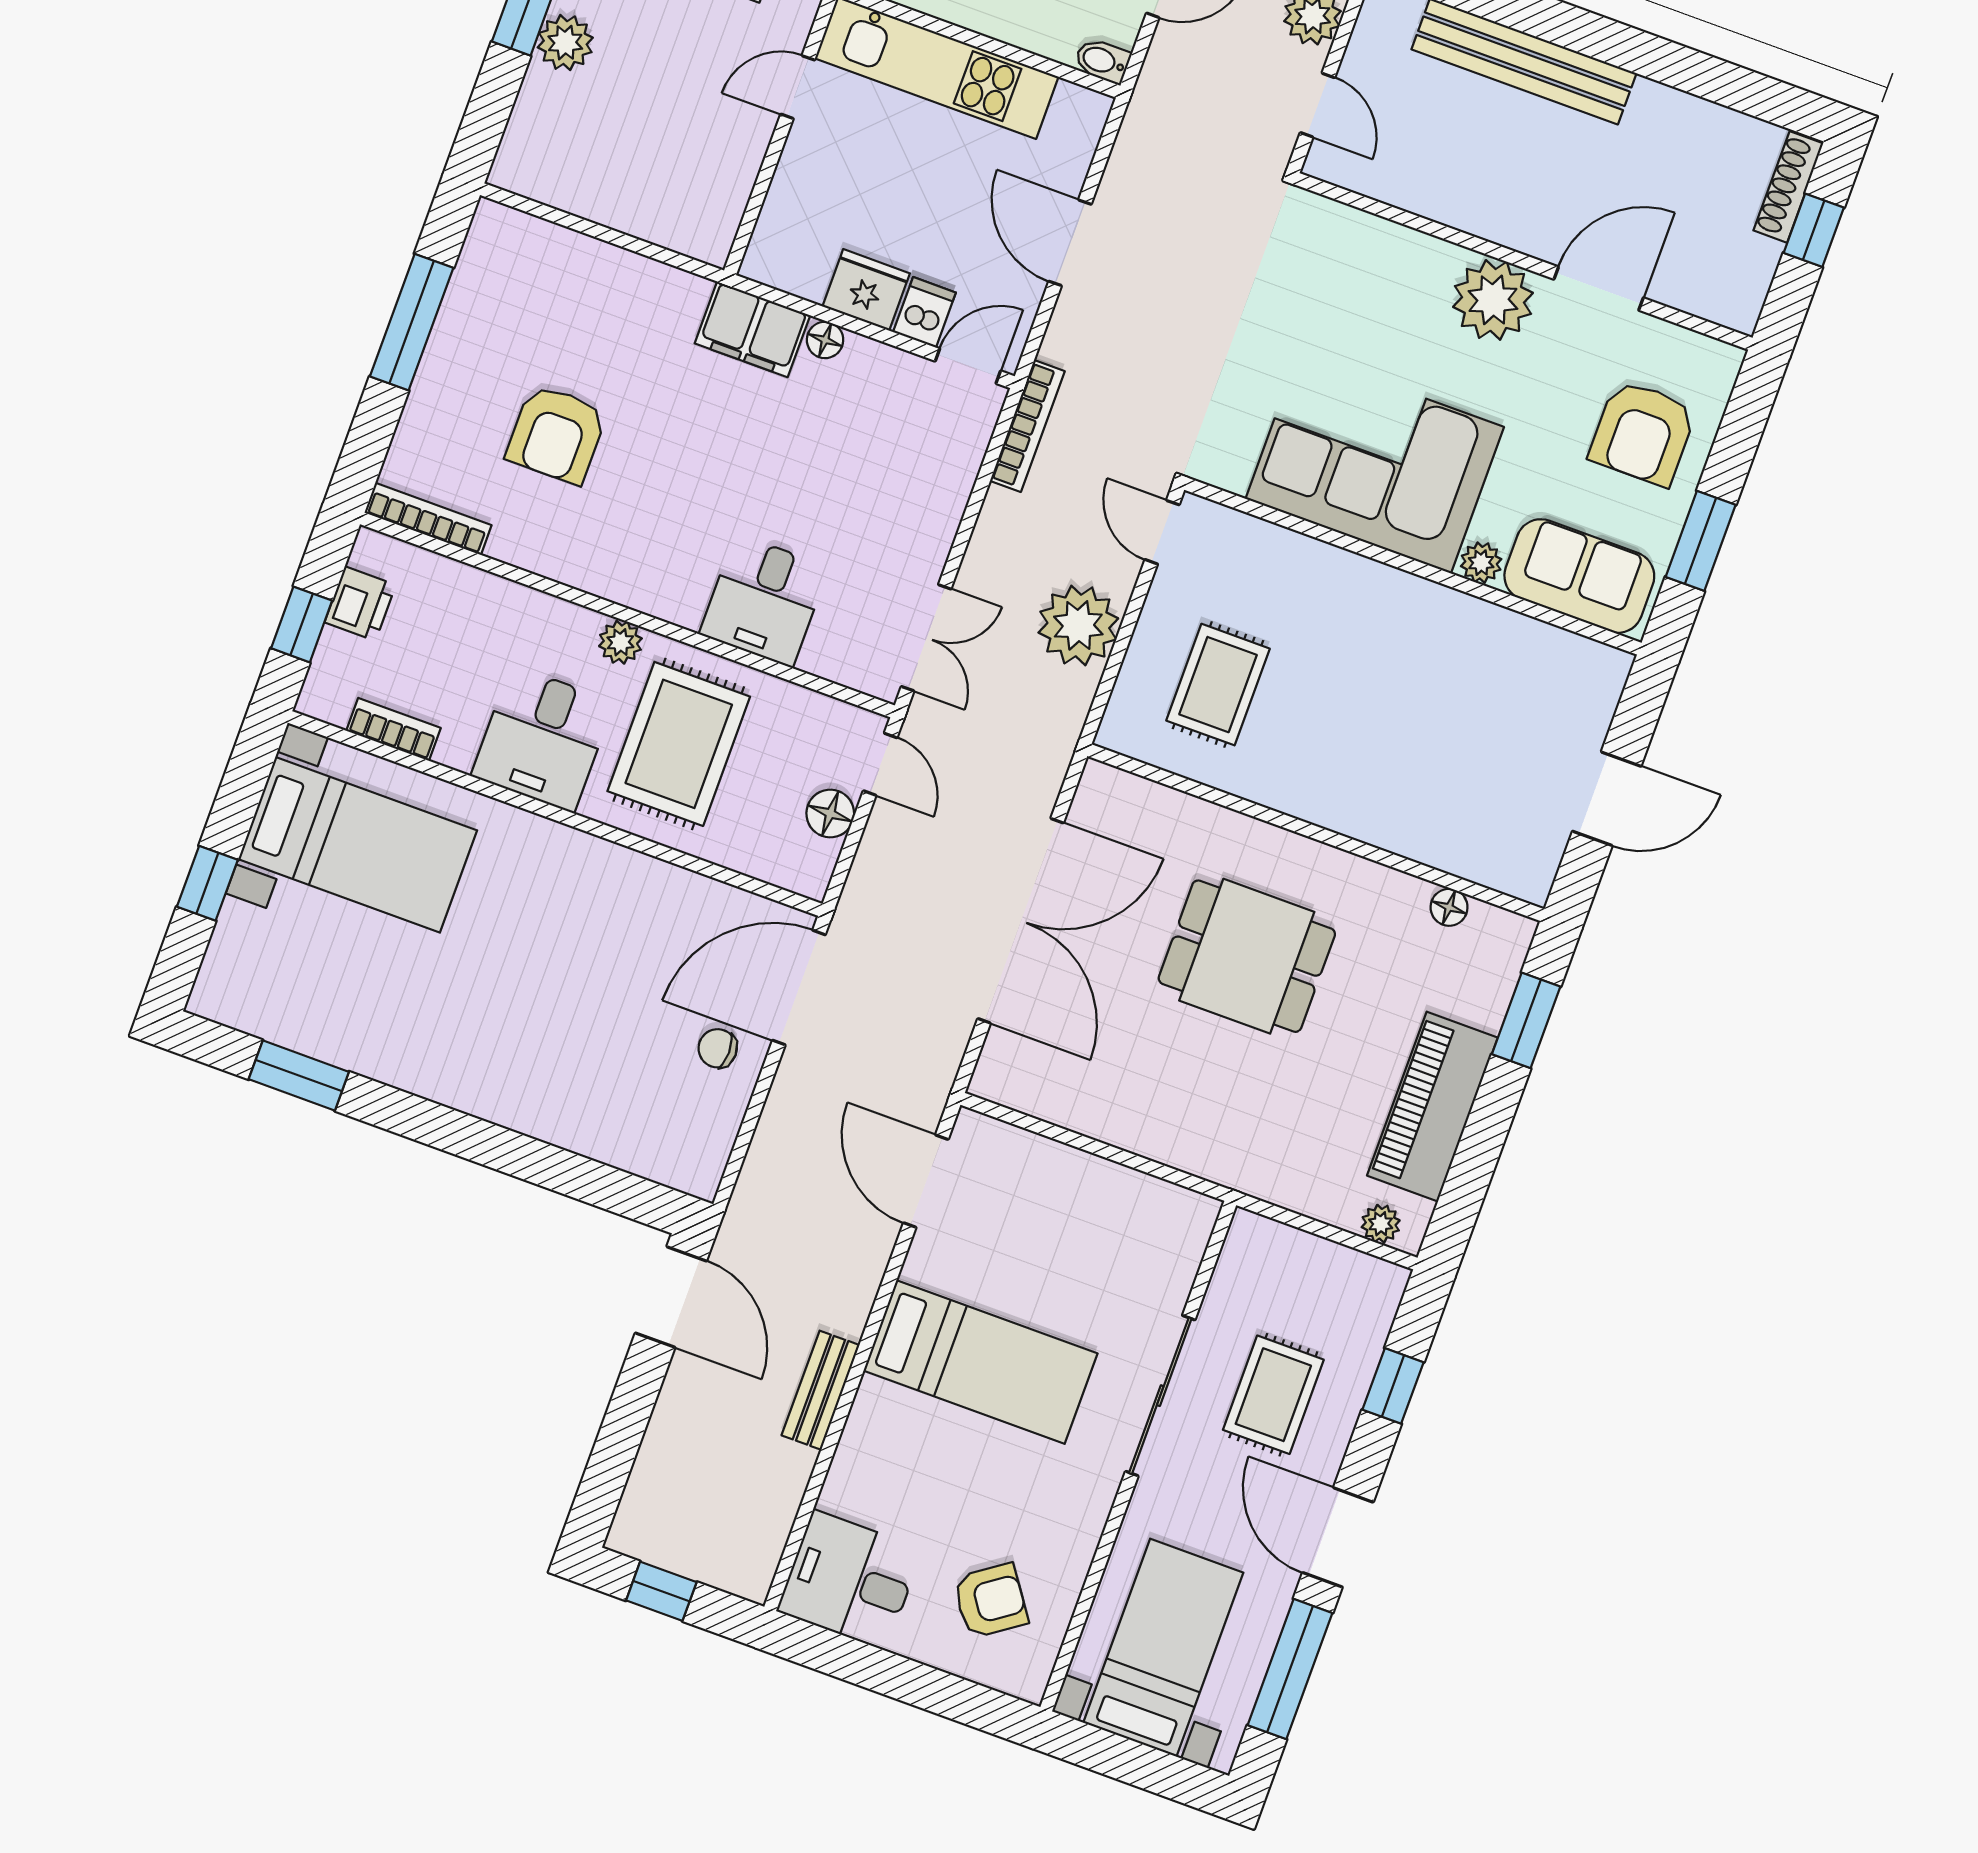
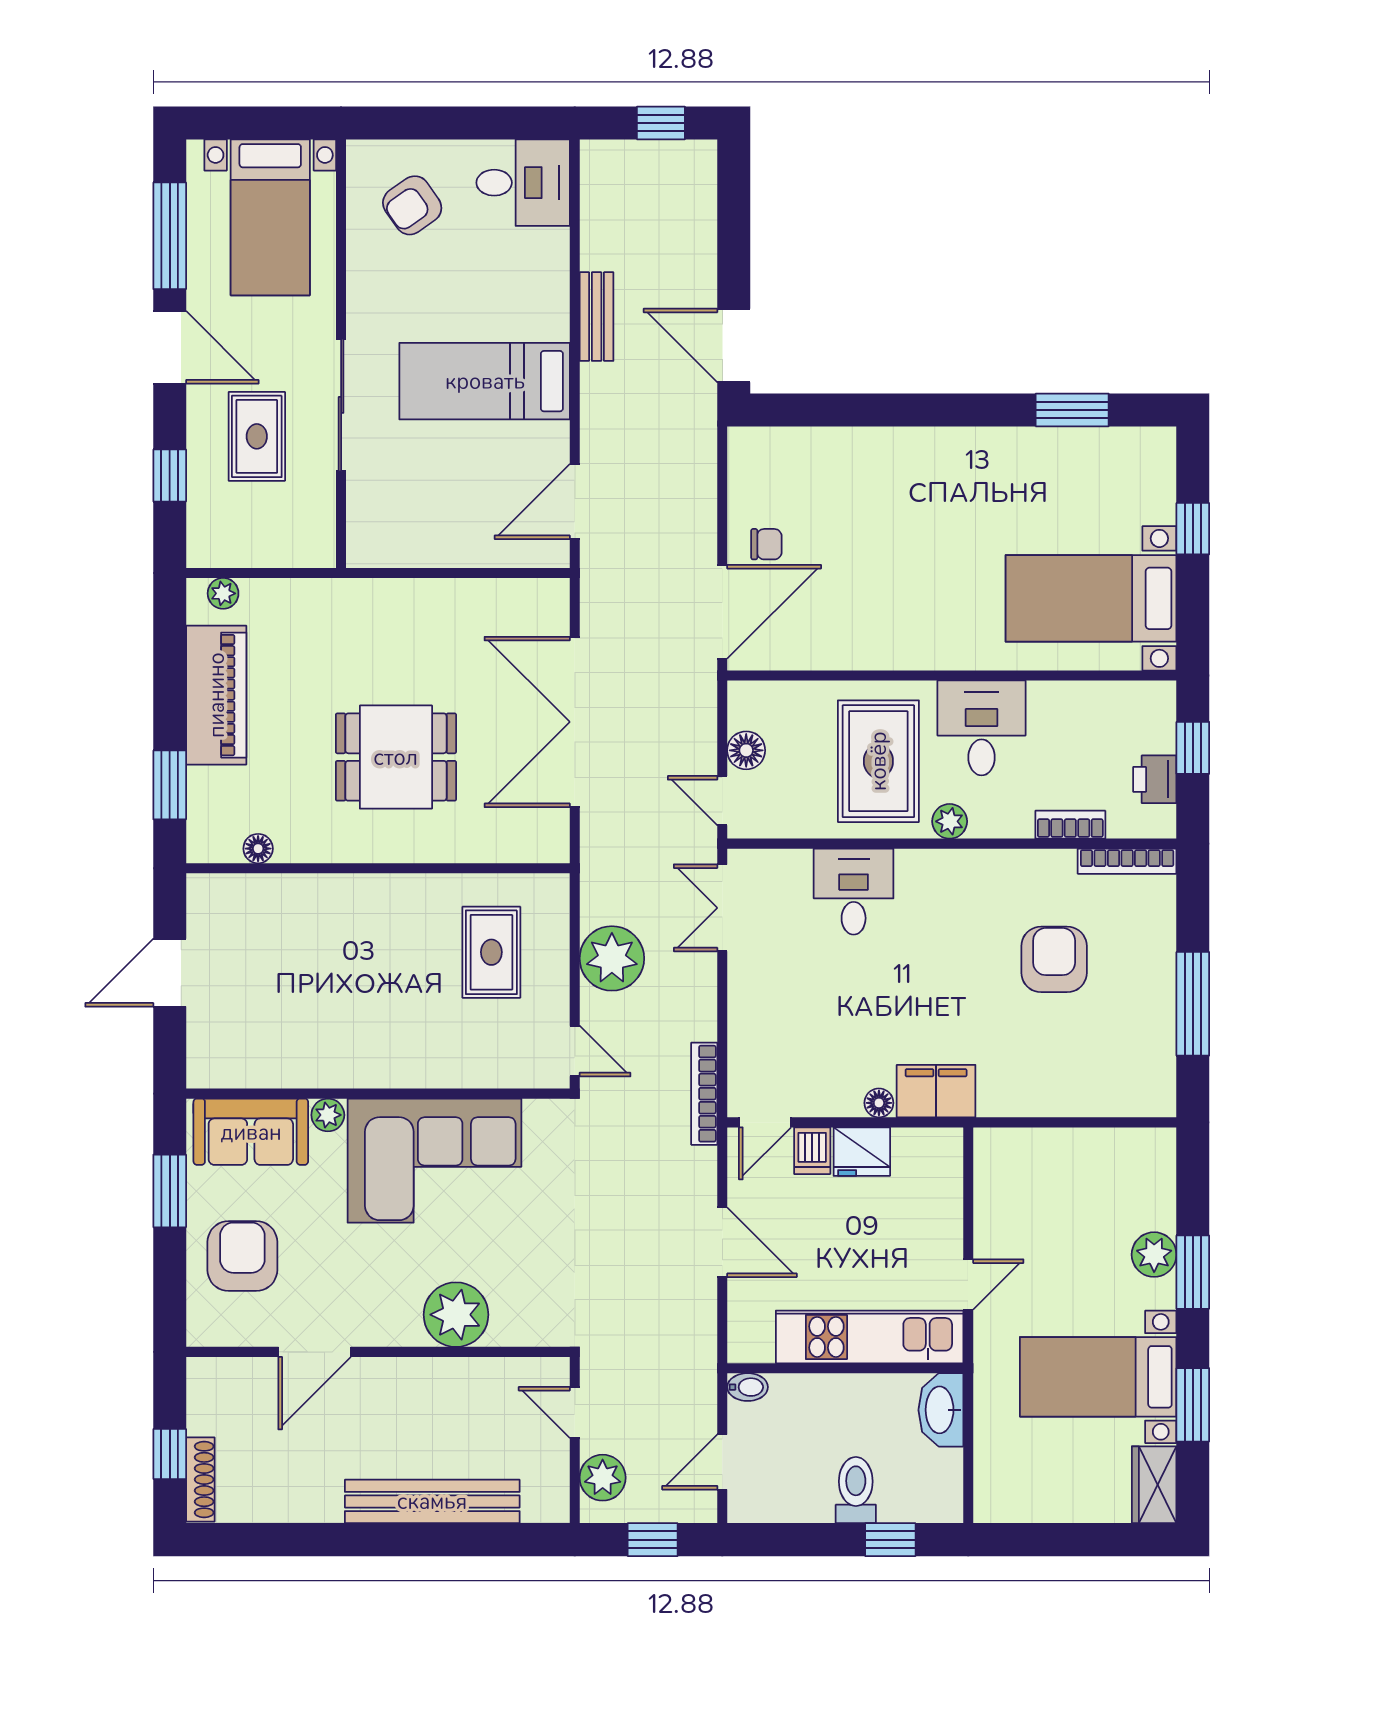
plant: (1493, 300) -> (456, 1315), moved
bookcase: (394, 729) -> (1070, 825), moved, turned 180
door: (926, 1181) -> (575, 501), swing flipped

